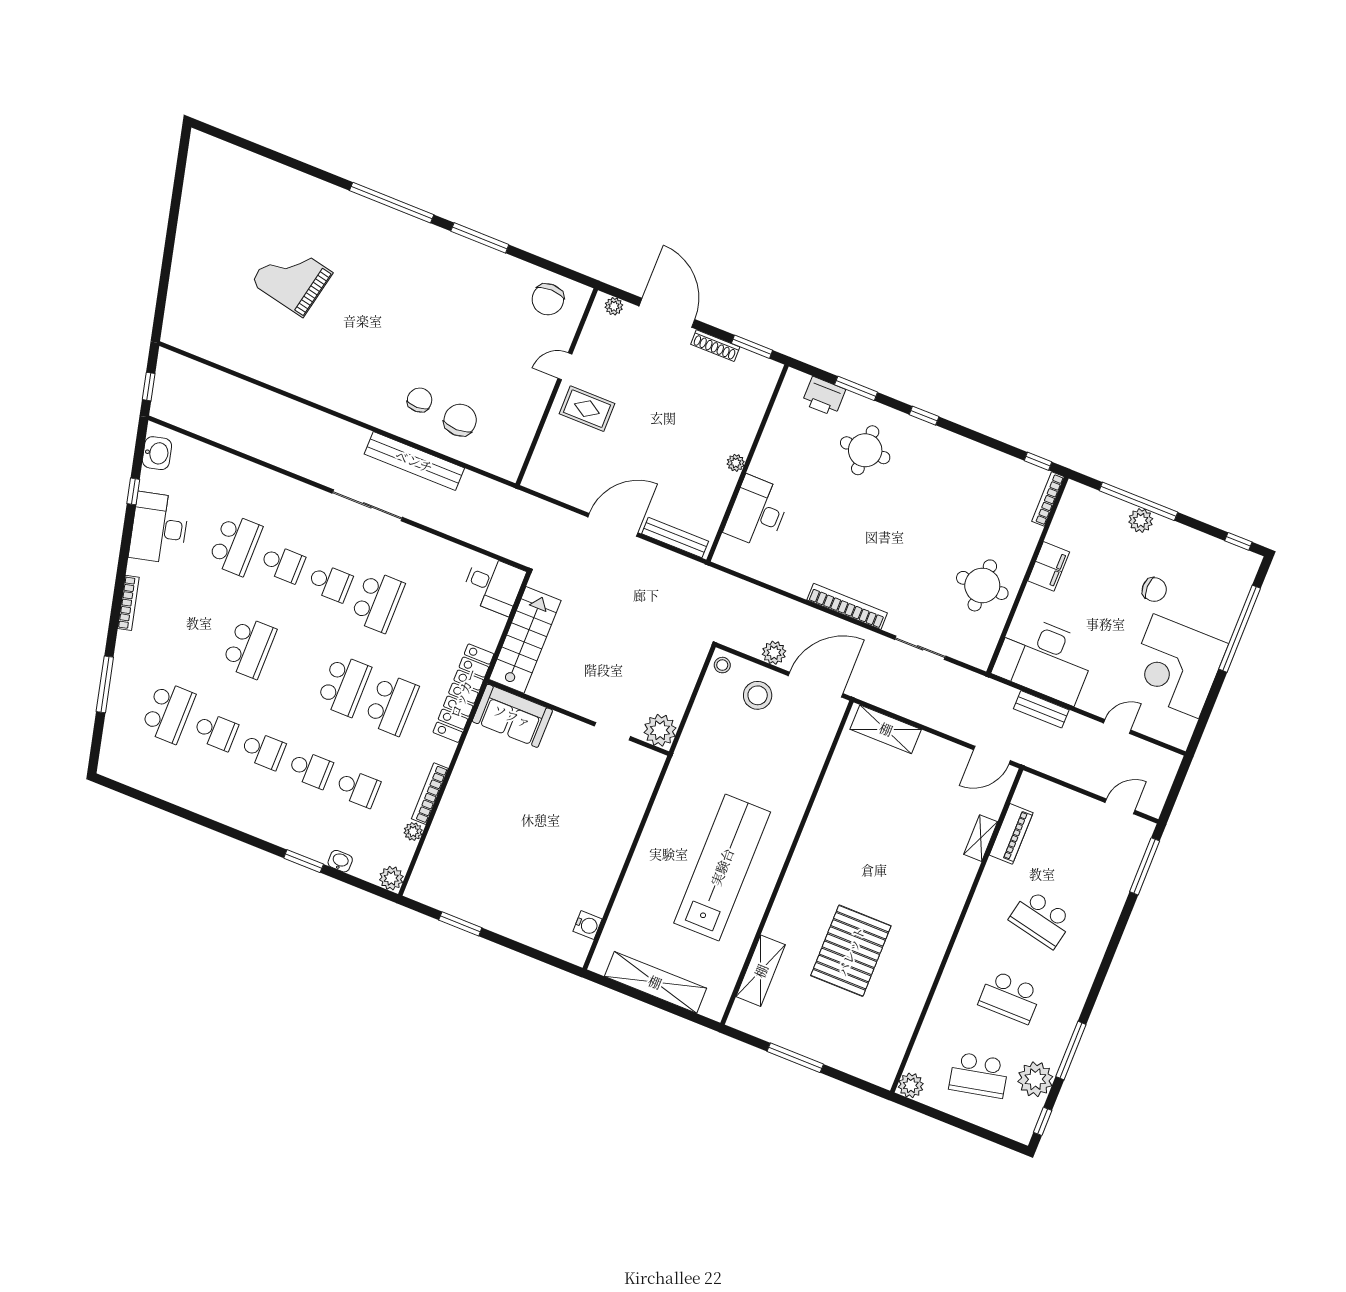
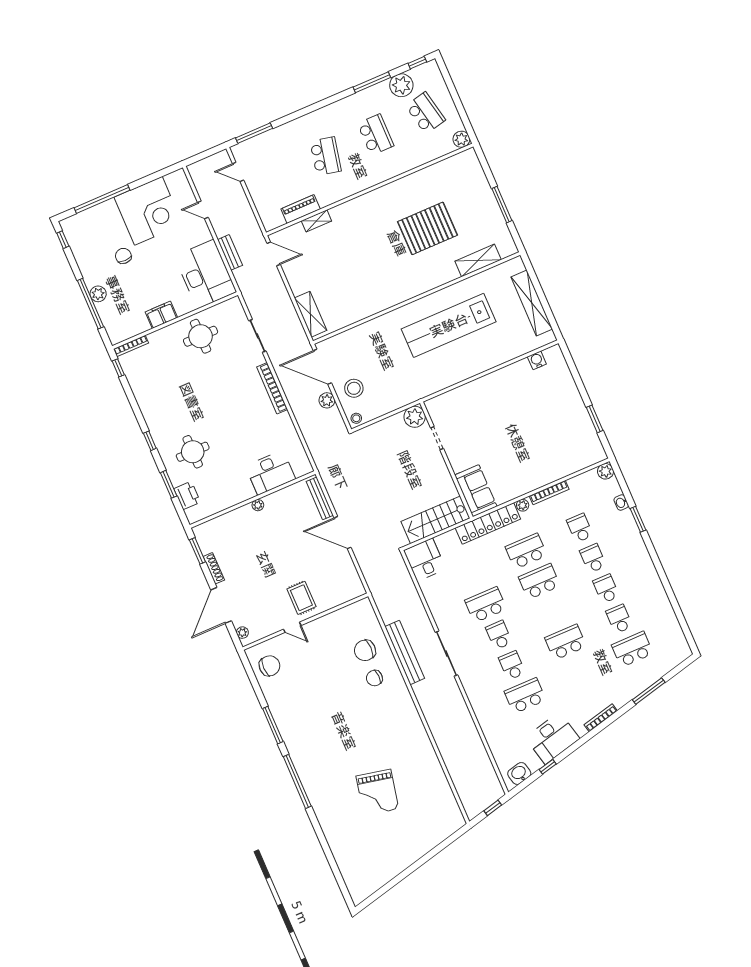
plant: (413, 831) -> (523, 505), moved

